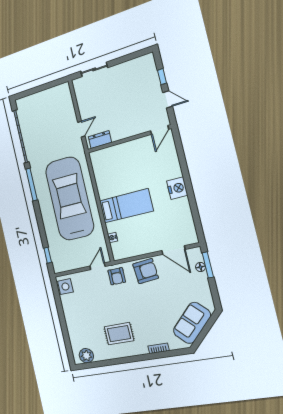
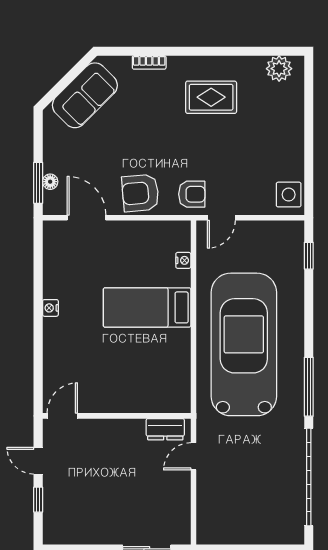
nightstand: (177, 188) -> (50, 308), width x0.53, depth x0.56
car: (69, 199) -> (244, 344), turned 180
armchair: (117, 276) -> (192, 194), turned 90

